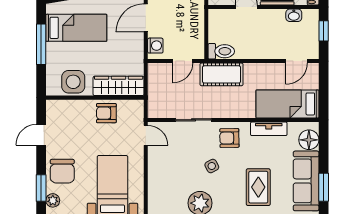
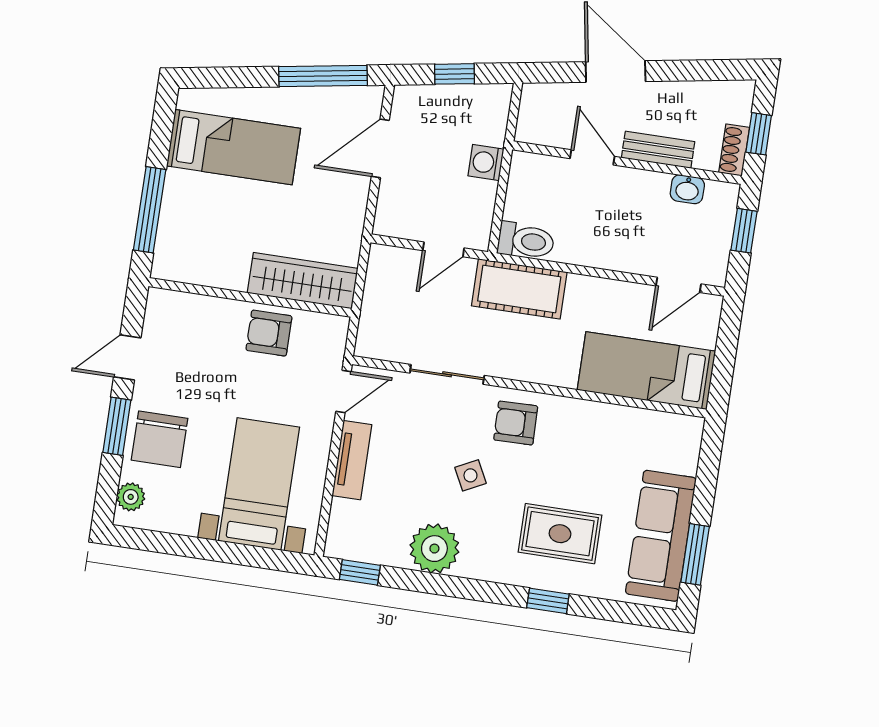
window: (41, 44) -> (150, 210), moved
washing machine: (155, 46) -> (486, 162), moved, turned 180
side table: (73, 82) -> (210, 258), removed
tv unit: (269, 129) -> (352, 460), moved, turned -90
door: (146, 135) -> (344, 391), hinge flipped
floor lamp: (309, 140) -> (679, 452), removed
rug: (258, 187) -> (560, 534), turned 90
window: (41, 188) -> (117, 426), moved

